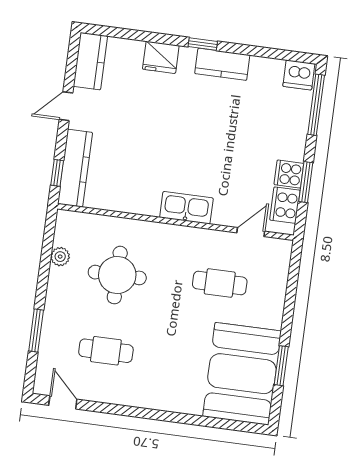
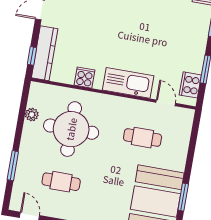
cooker: (289, 174) -> (85, 78), moved, turned 90
kitchen sink: (186, 208) -> (128, 83), width x1.36, depth x1.24
door: (251, 232) -> (166, 103), hinge flipped
round table: (117, 275) -> (71, 129), width x1.36, depth x1.36

